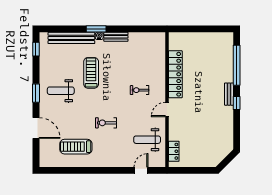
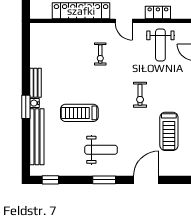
weight bench: (61, 91) -> (101, 150), turned -90
locker: (174, 151) -> (158, 13), moved

